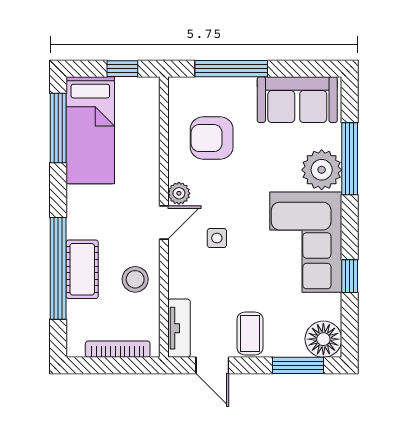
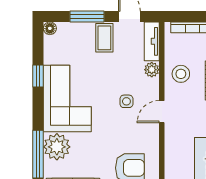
plant: (179, 193) -> (152, 70), moved
floor lamp: (323, 339) -> (50, 28), width x0.53, depth x0.53
window: (298, 365) -> (87, 17), moved

